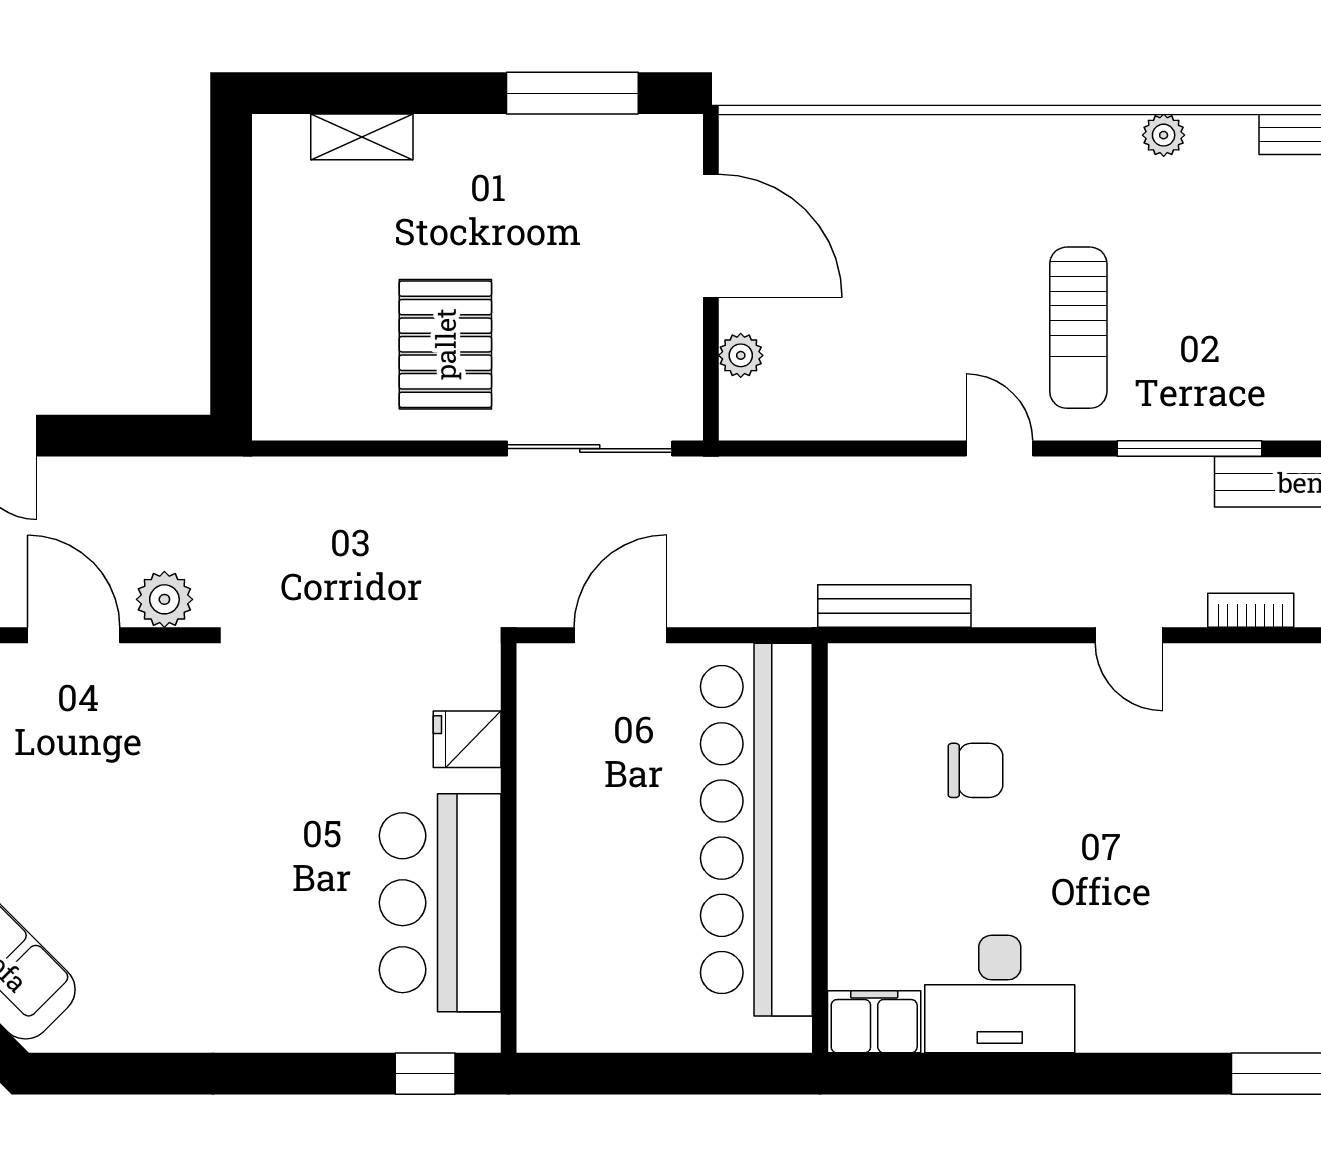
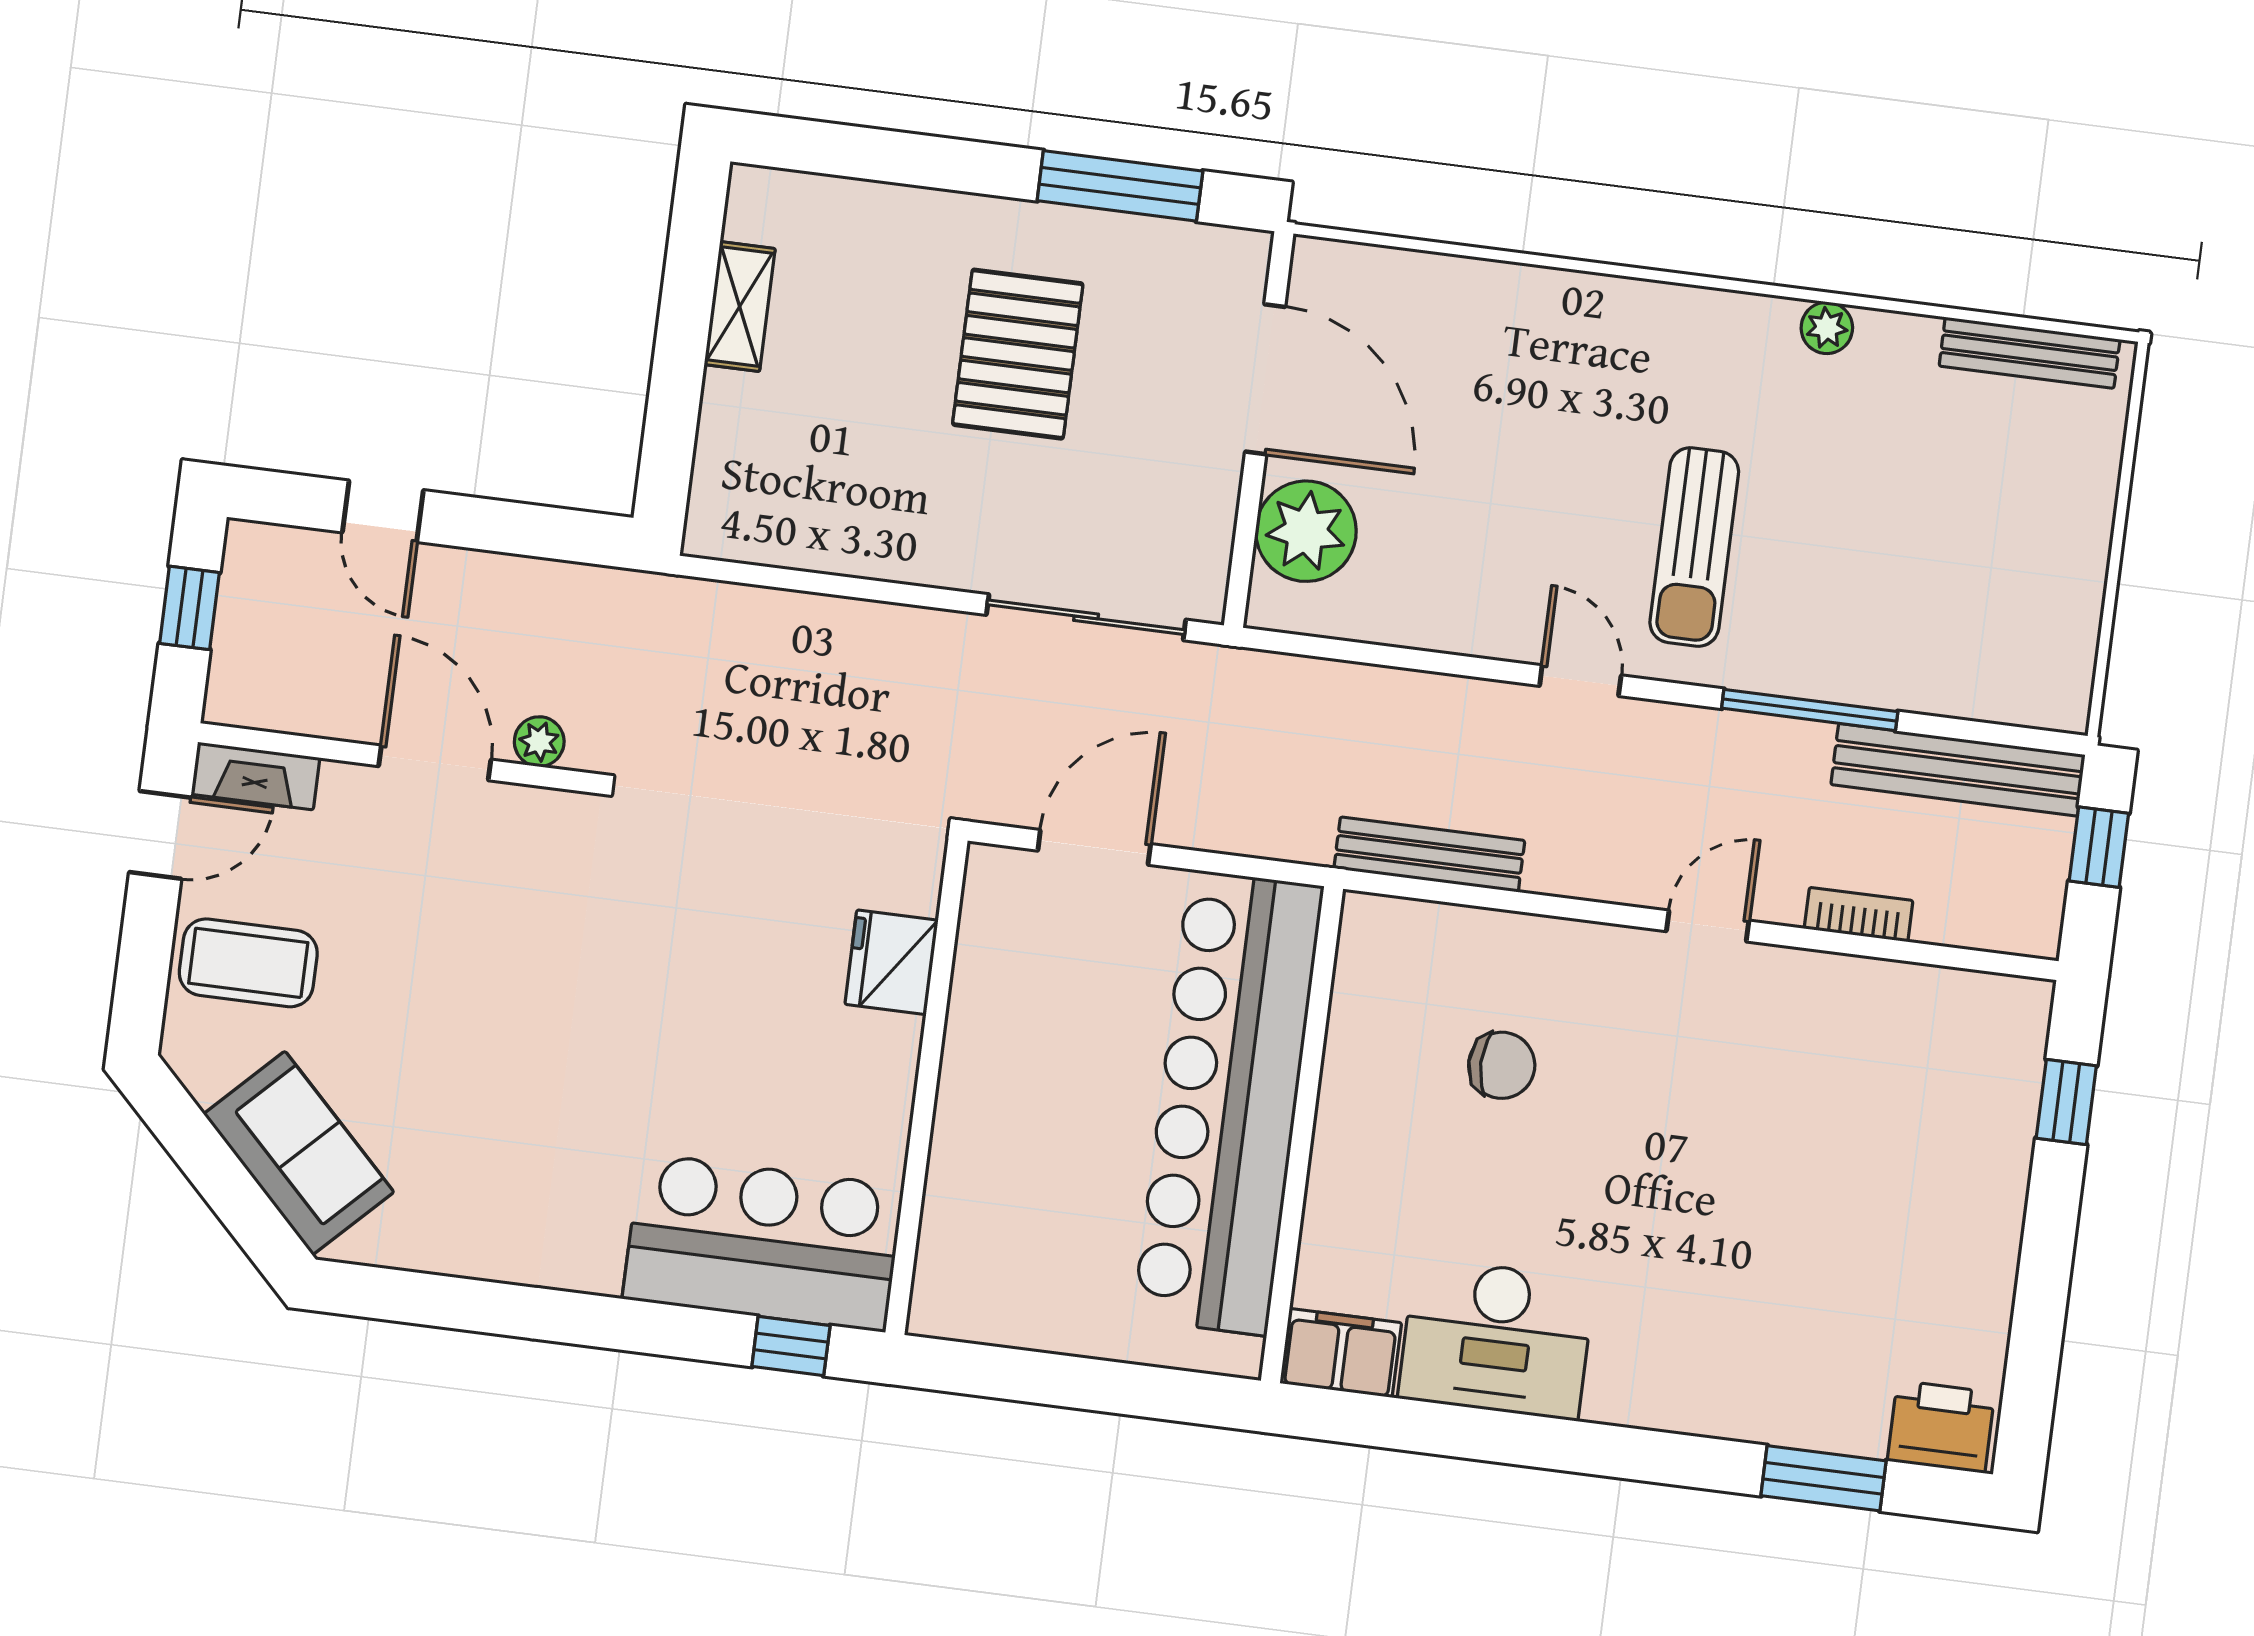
shelving: (362, 137) -> (740, 307), moved, turned 90
pallet: (445, 344) -> (1018, 354), moved
plant: (741, 355) -> (1306, 531), width x1.88, depth x1.88
plant: (164, 599) -> (539, 742), width x0.73, depth x0.73
door: (1129, 635) -> (1708, 926), swing flipped
fridge: (467, 739) -> (891, 962), width x1.38
bar counter: (440, 903) -> (763, 1243), moved, turned 90

